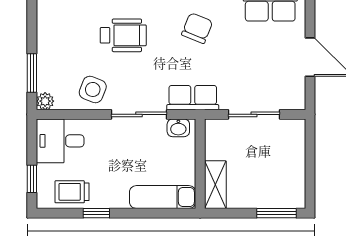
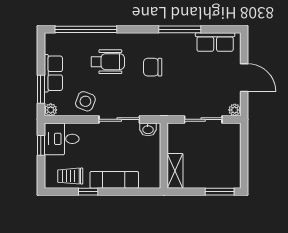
chair: (197, 28) -> (153, 67), moved, turned -112
row of seats: (193, 98) -> (53, 73), moved, turned 90
plant: (297, 101) -> (235, 110), added
window: (32, 179) -> (41, 145), moved
exam couch: (163, 197) -> (114, 180), moved

